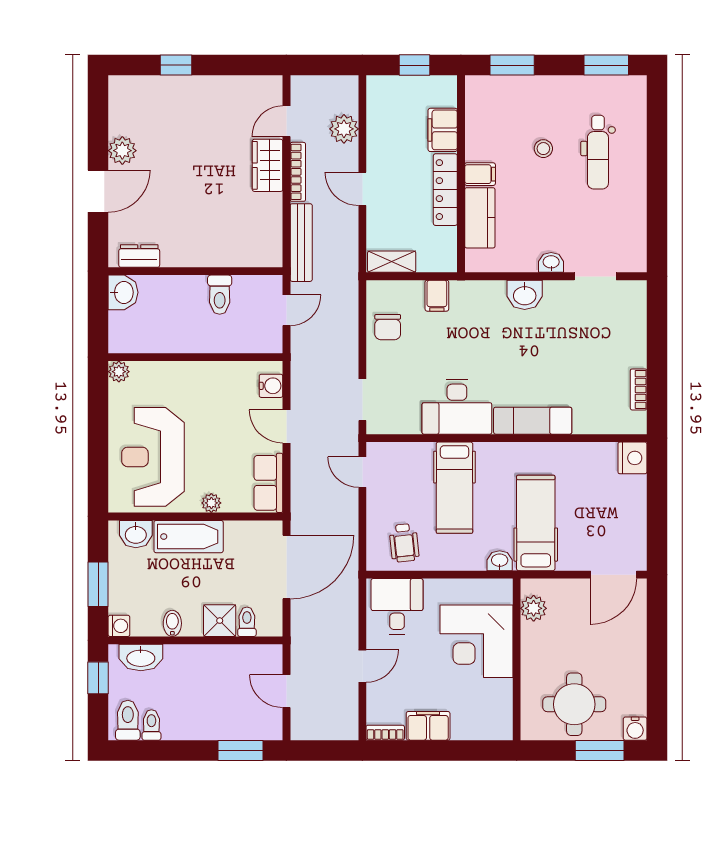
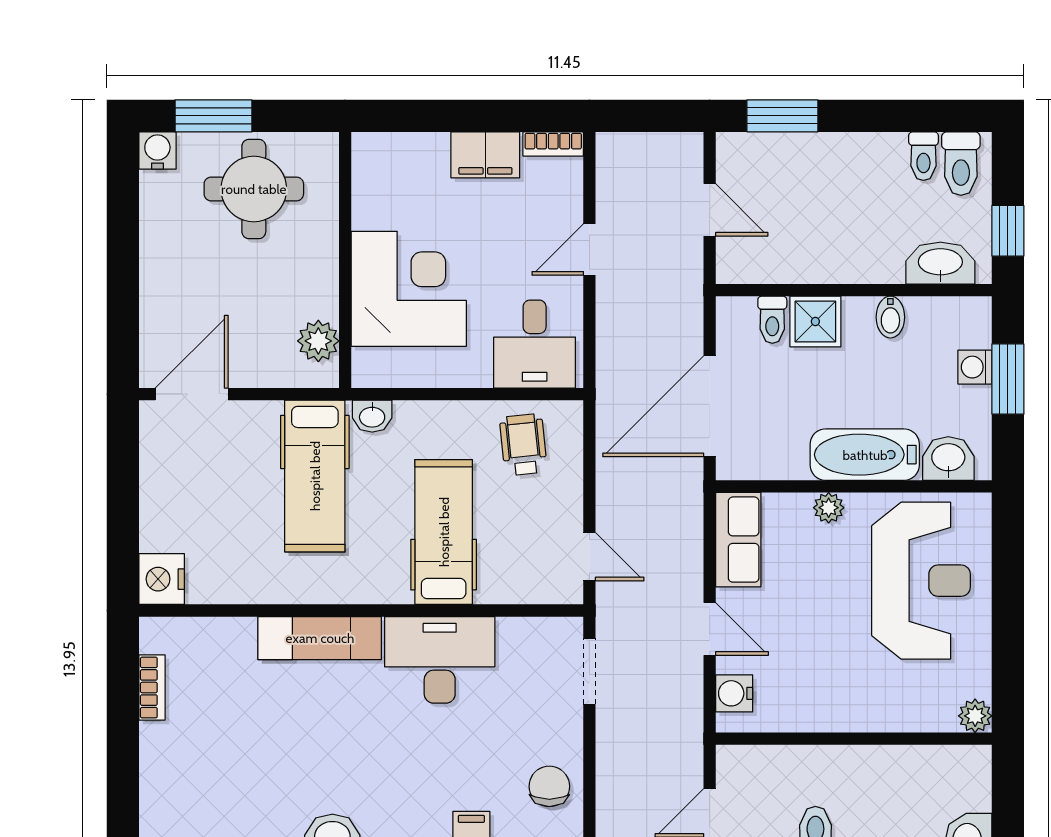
washing machine: (119, 626) -> (975, 367), moved

